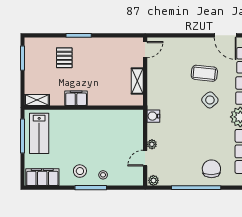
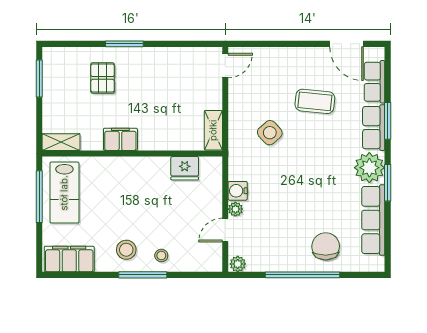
shelving: (137, 81) -> (213, 130), moved
side table: (210, 100) -> (270, 133), moved
water cooler: (153, 116) -> (238, 191), moved
fridge: (118, 117) -> (185, 168), added

